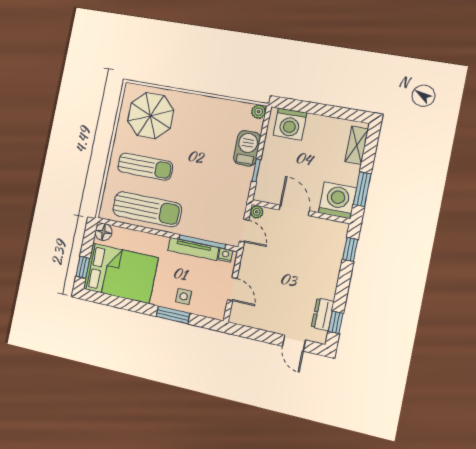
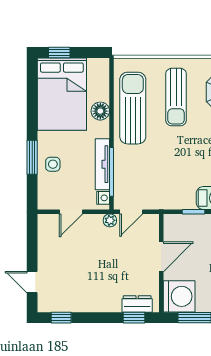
sun lounger: (147, 209) -> (133, 108), turned 180
plant: (257, 212) -> (110, 220), moved
floor lamp: (103, 232) -> (100, 111), moved
dresser: (323, 314) -> (137, 304), moved
door: (294, 343) -> (32, 282), hinge flipped

